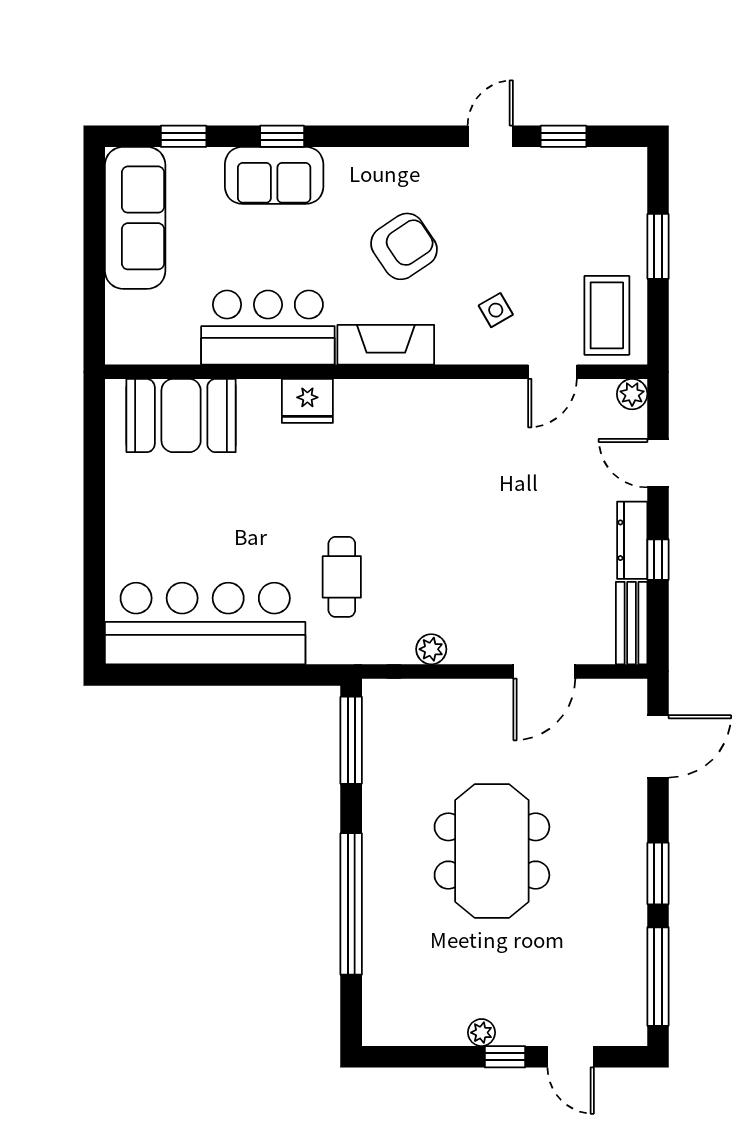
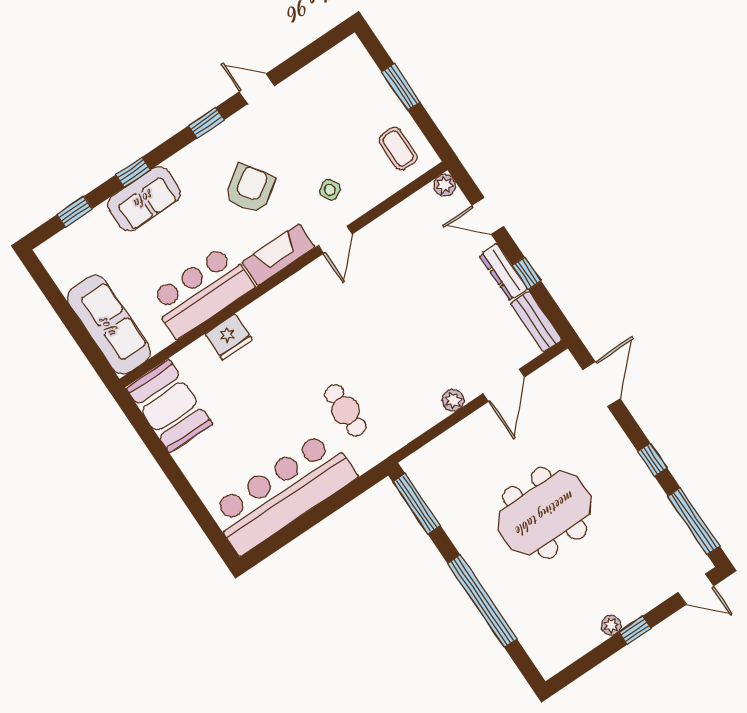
door: (490, 136) -> (257, 89), hinge flipped
window: (564, 136) -> (206, 123), moved
sofa: (135, 218) -> (109, 325), moved
coffee table: (607, 315) -> (398, 149), width x0.73, depth x0.77
door: (552, 372) -> (335, 240), moved
fridge: (307, 401) -> (229, 337), moved
booth: (181, 416) -> (169, 406), moved, turned 90
plant: (431, 649) -> (453, 400), moved
meeting table: (492, 851) -> (545, 513), turned 90
window: (658, 873) -> (652, 460), width x0.67
door: (571, 1057) -> (696, 589), moved

